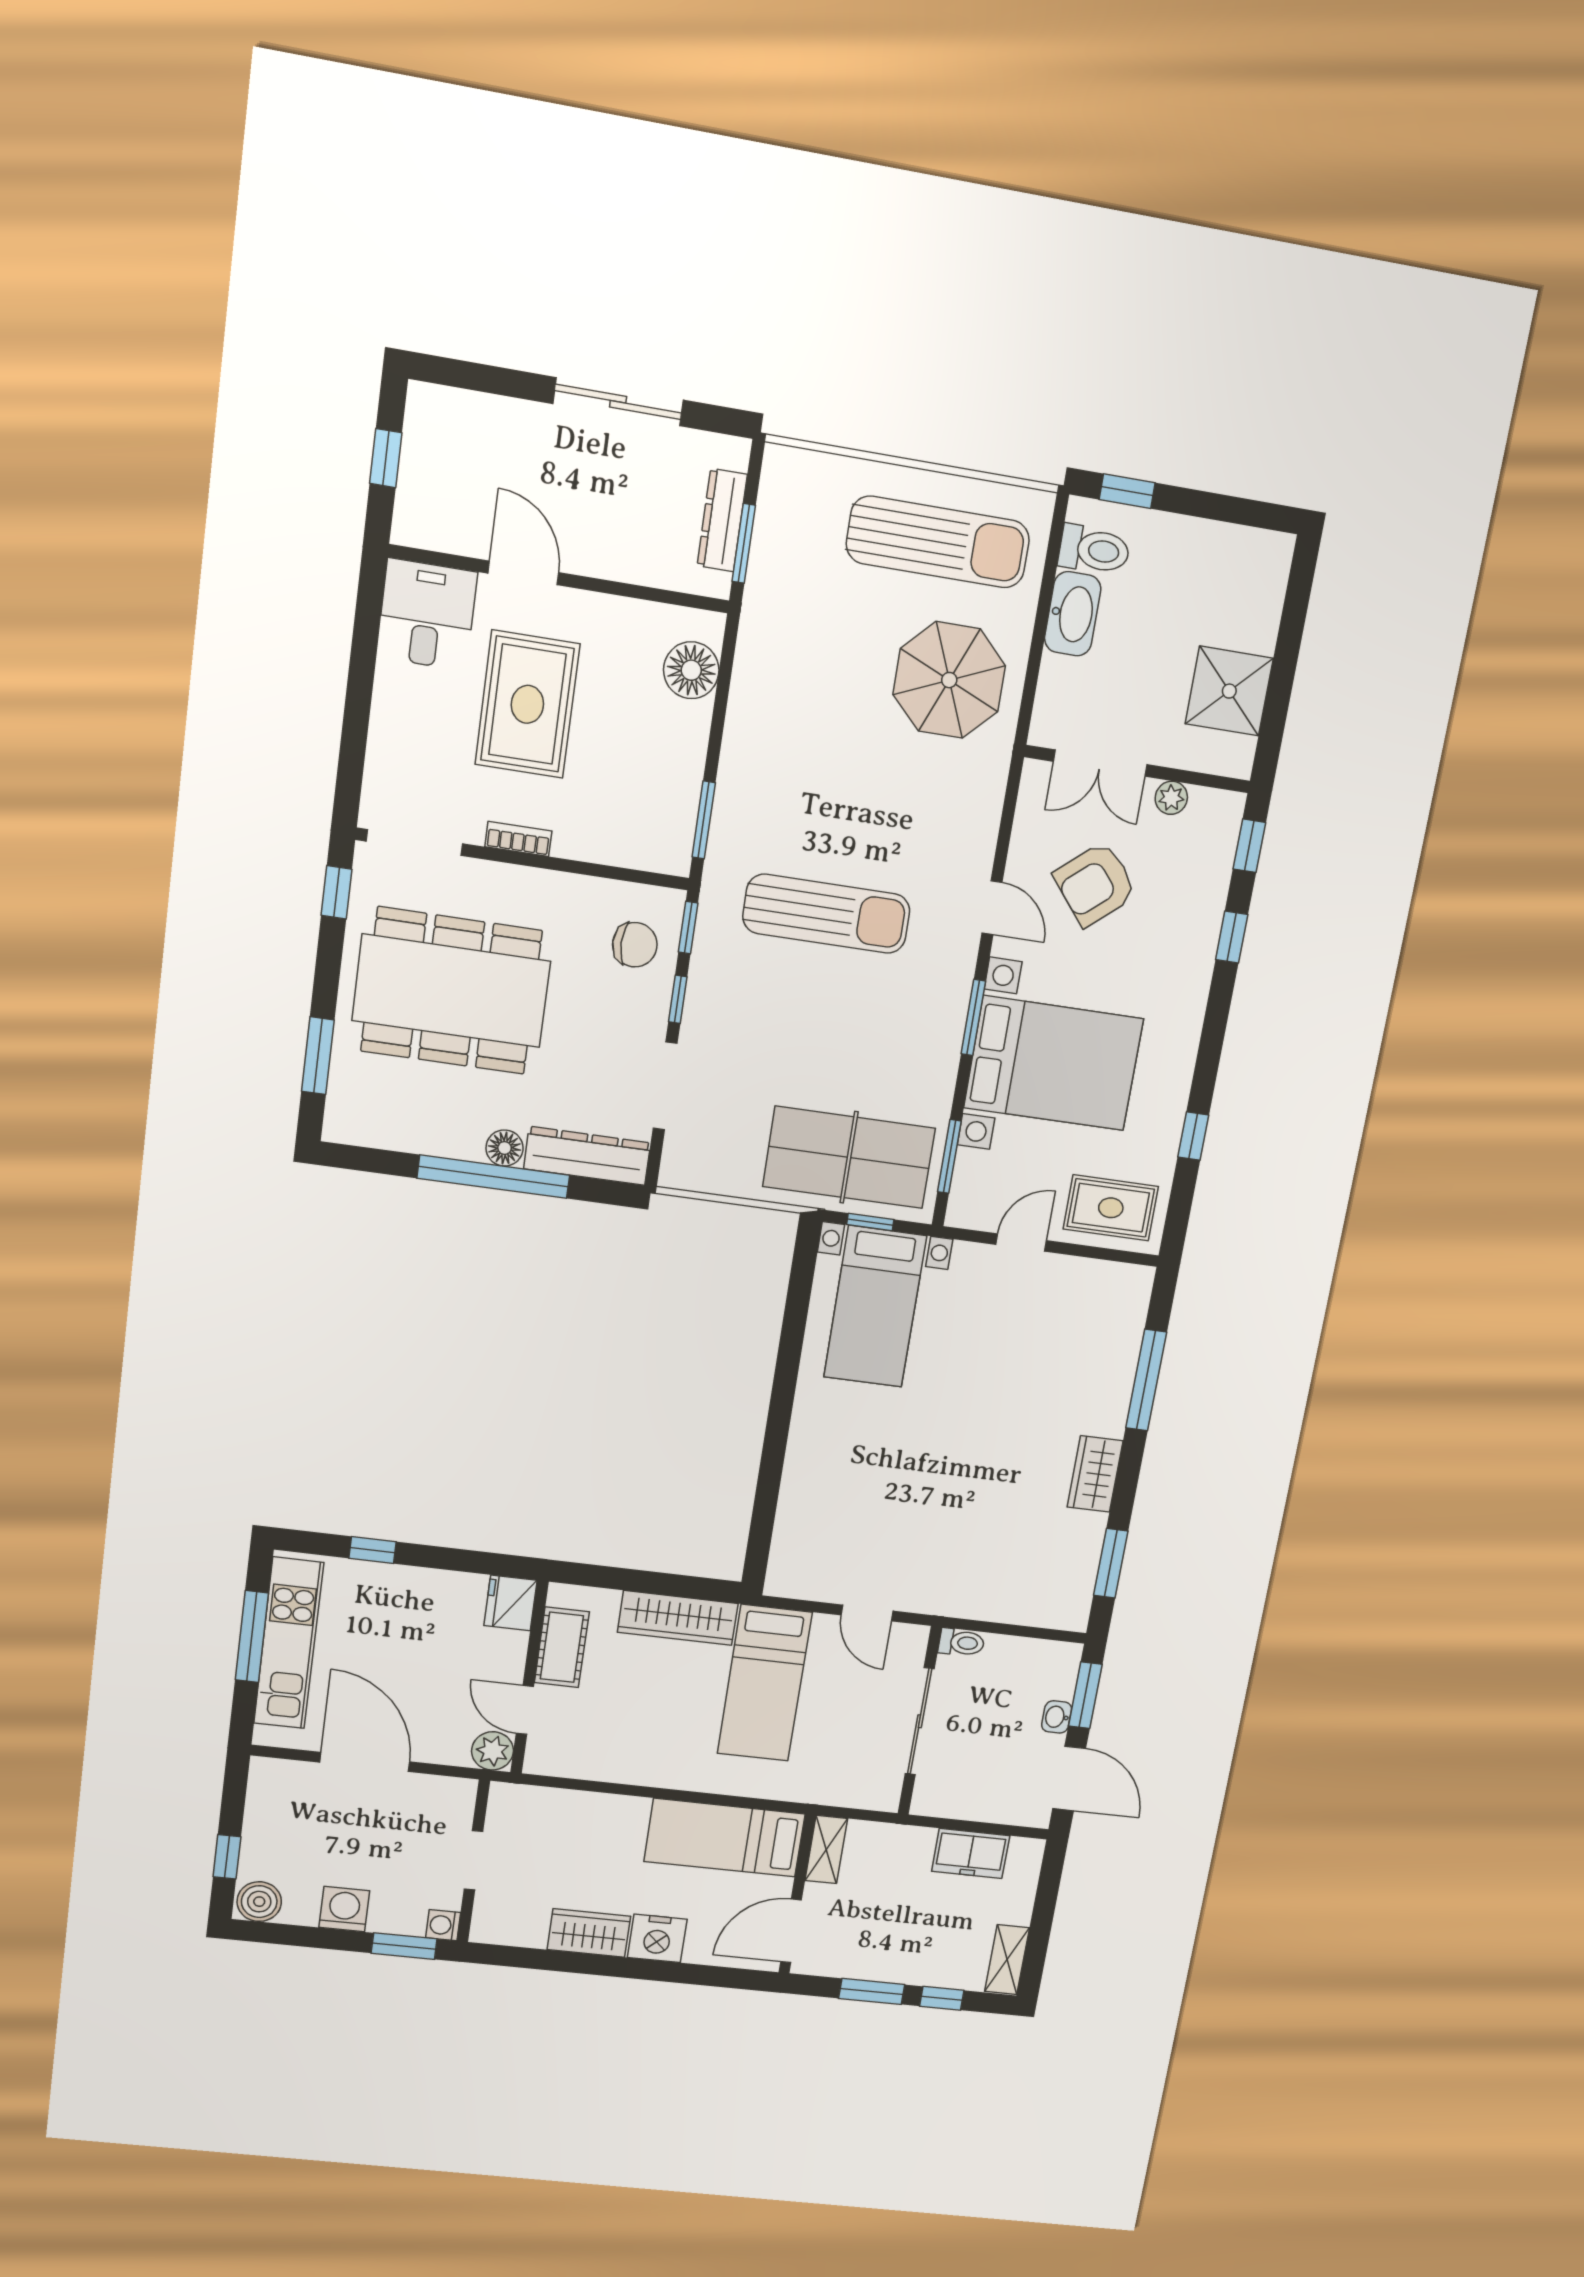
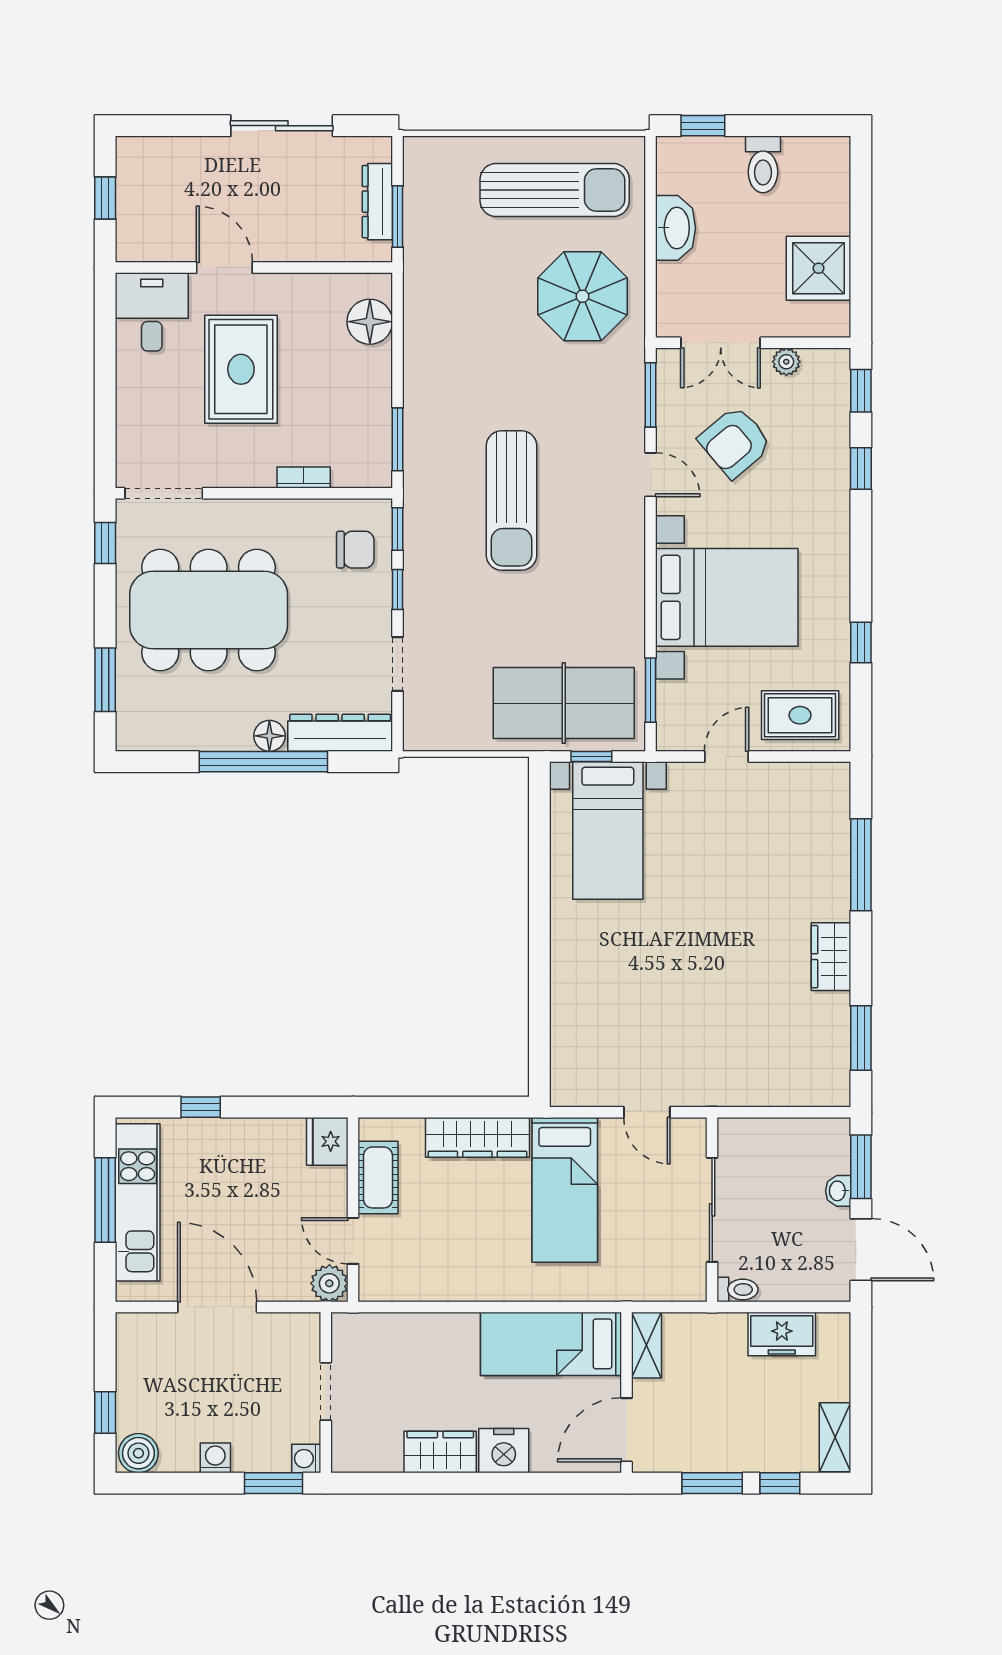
toilet: (1094, 550) -> (763, 164), moved, turned 90
bookcase: (518, 839) -> (304, 478), moved
sun lounger: (826, 914) -> (511, 500), turned 90
window: (973, 1017) -> (651, 395), moved
doorway: (665, 1086) -> (398, 664), width x0.73
toilet: (961, 1643) -> (738, 1289), moved
washing machine: (344, 1909) -> (215, 1458), width x0.73, depth x0.73

